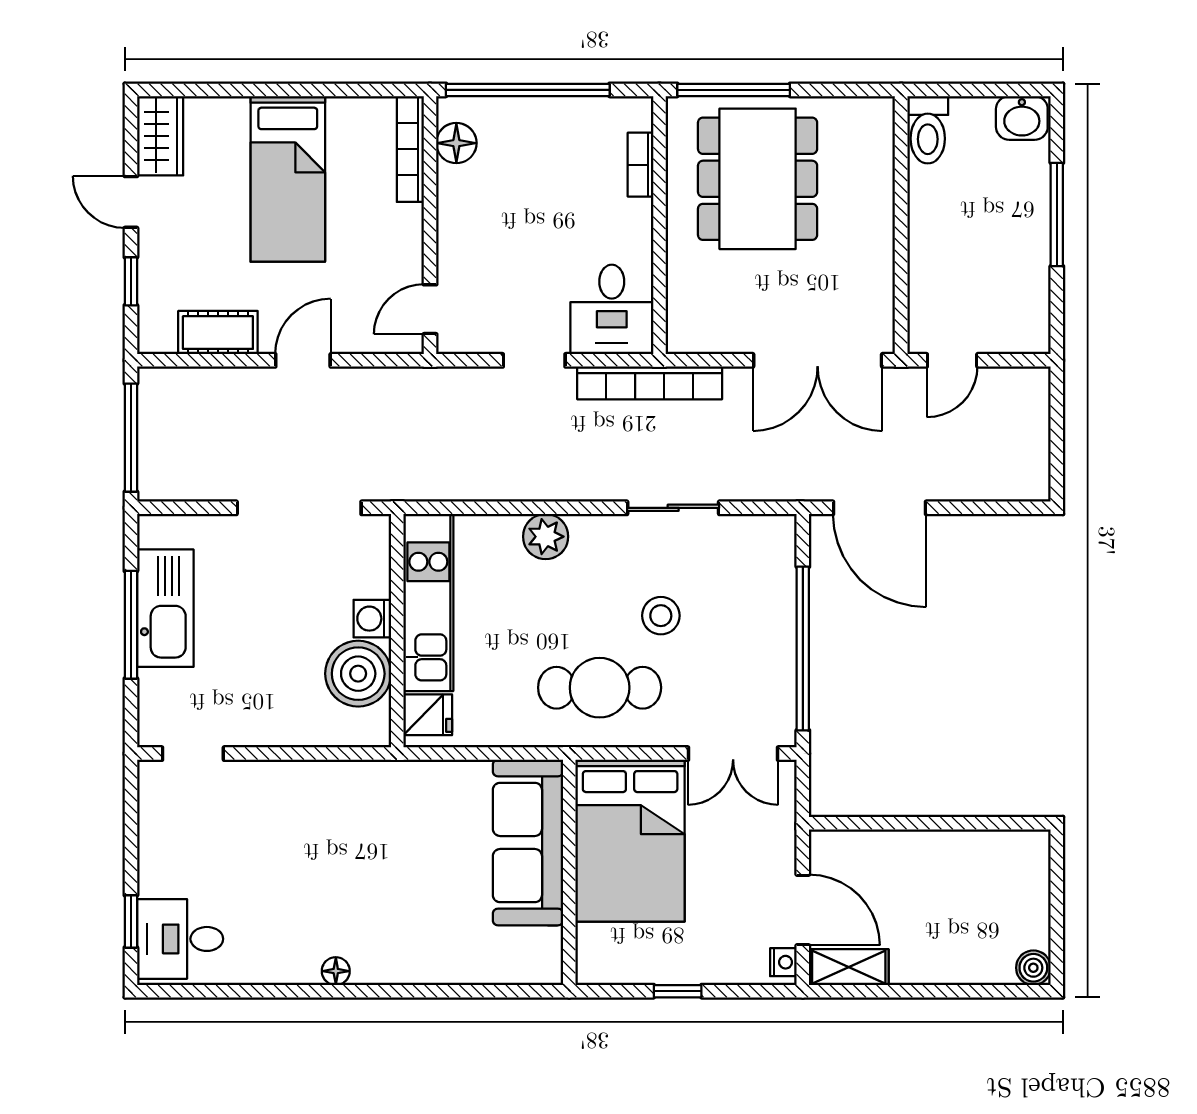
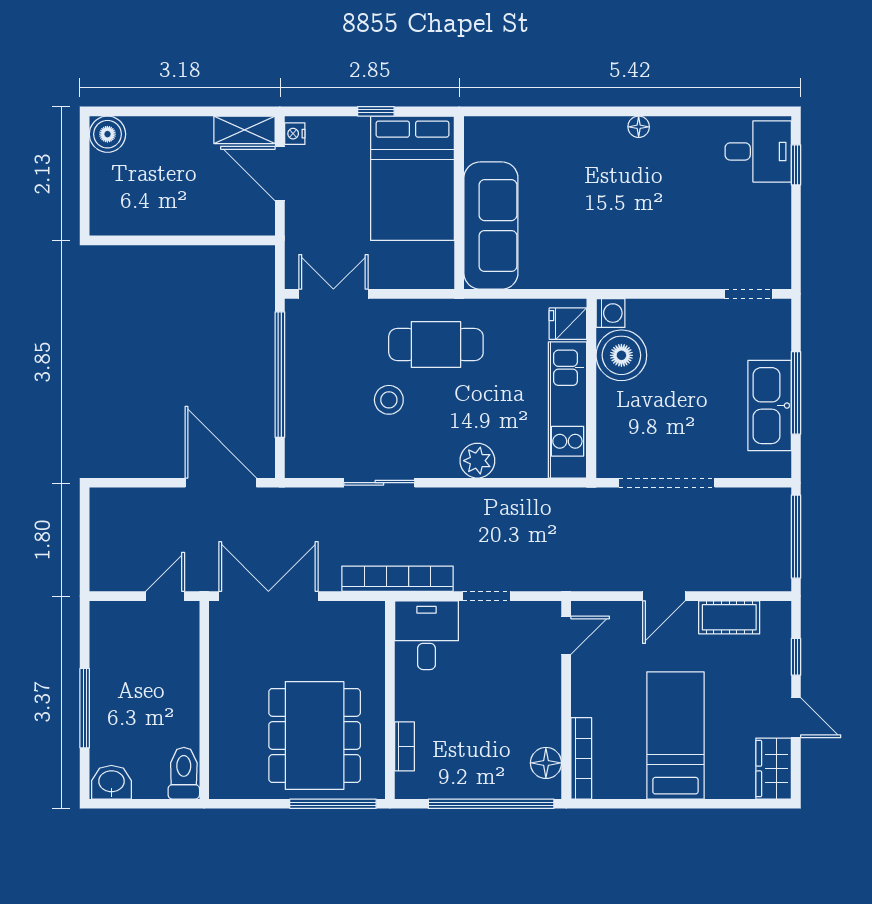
washing machine: (372, 619) -> (611, 313), moved
bed: (630, 841) -> (412, 178), moved, turned 180
boiler: (1033, 968) -> (107, 134), width x1.36, depth x1.36

